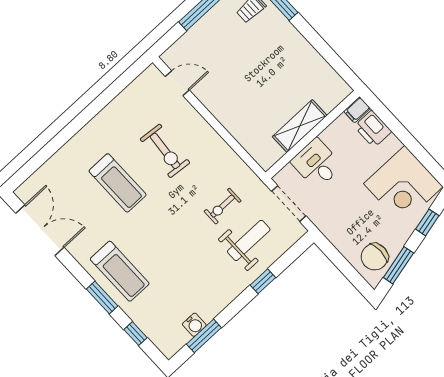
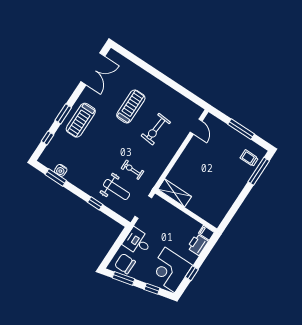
shelving: (300, 126) -> (175, 193), moved
window: (418, 151) -> (192, 273), added
desk: (317, 164) -> (138, 242), moved, turned -90
treadmill: (118, 183) -> (131, 107), turned 180

